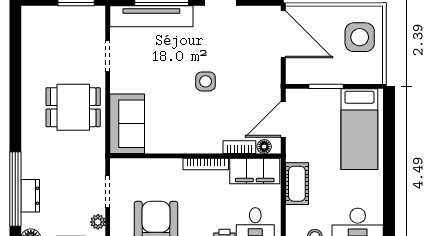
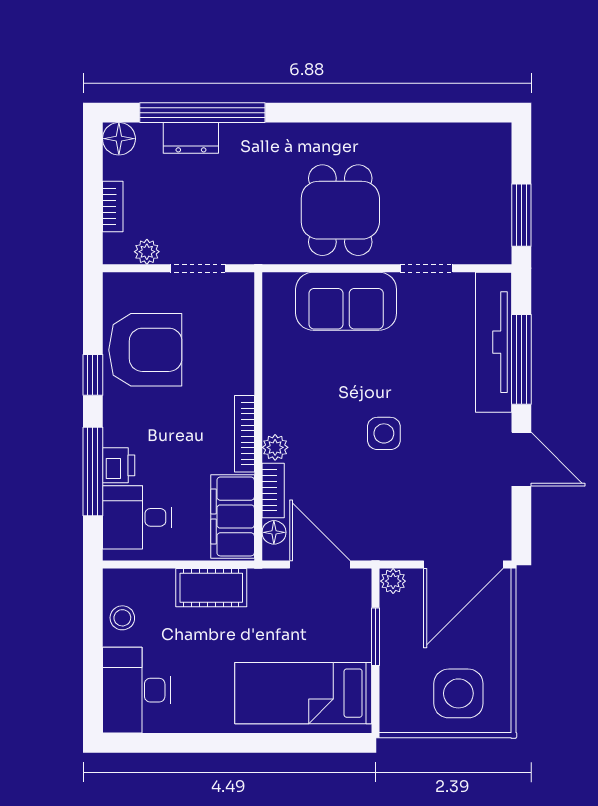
plant: (293, 76) -> (393, 581), added
sofa: (127, 124) -> (346, 301), moved
plant: (214, 146) -> (275, 447), added

